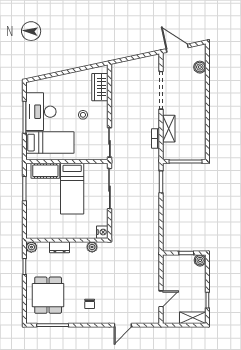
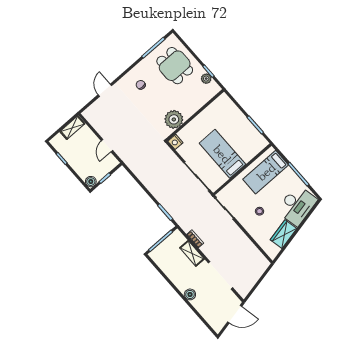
boiler: (200, 67) -> (190, 294), moved
wardrobe: (100, 87) -> (284, 234), moved, turned -102
desk: (41, 112) -> (297, 205), moved, turned 78
cot: (45, 171) -> (252, 150), removed
plant: (31, 247) -> (206, 79), moved
dresser: (60, 247) -> (196, 106), removed
plant: (92, 247) -> (174, 119), width x1.88, depth x1.88
door: (161, 299) -> (107, 146), moved
shelving: (193, 318) -> (72, 128), moved

